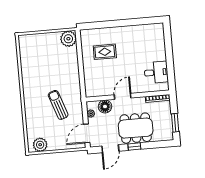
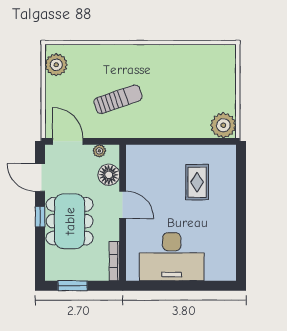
desk: (156, 72) -> (172, 257), width x1.87, depth x1.30

